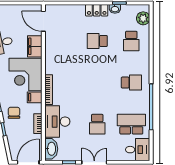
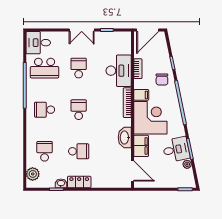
school desk: (97, 83) -> (79, 110), added
washbasin: (51, 149) -> (125, 137), moved

